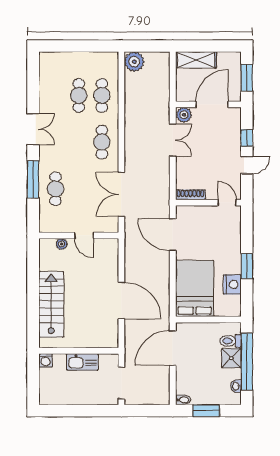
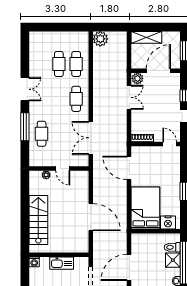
nightstand: (232, 285) -> (168, 223), moved, turned 90
door: (173, 348) -> (129, 267), moved

